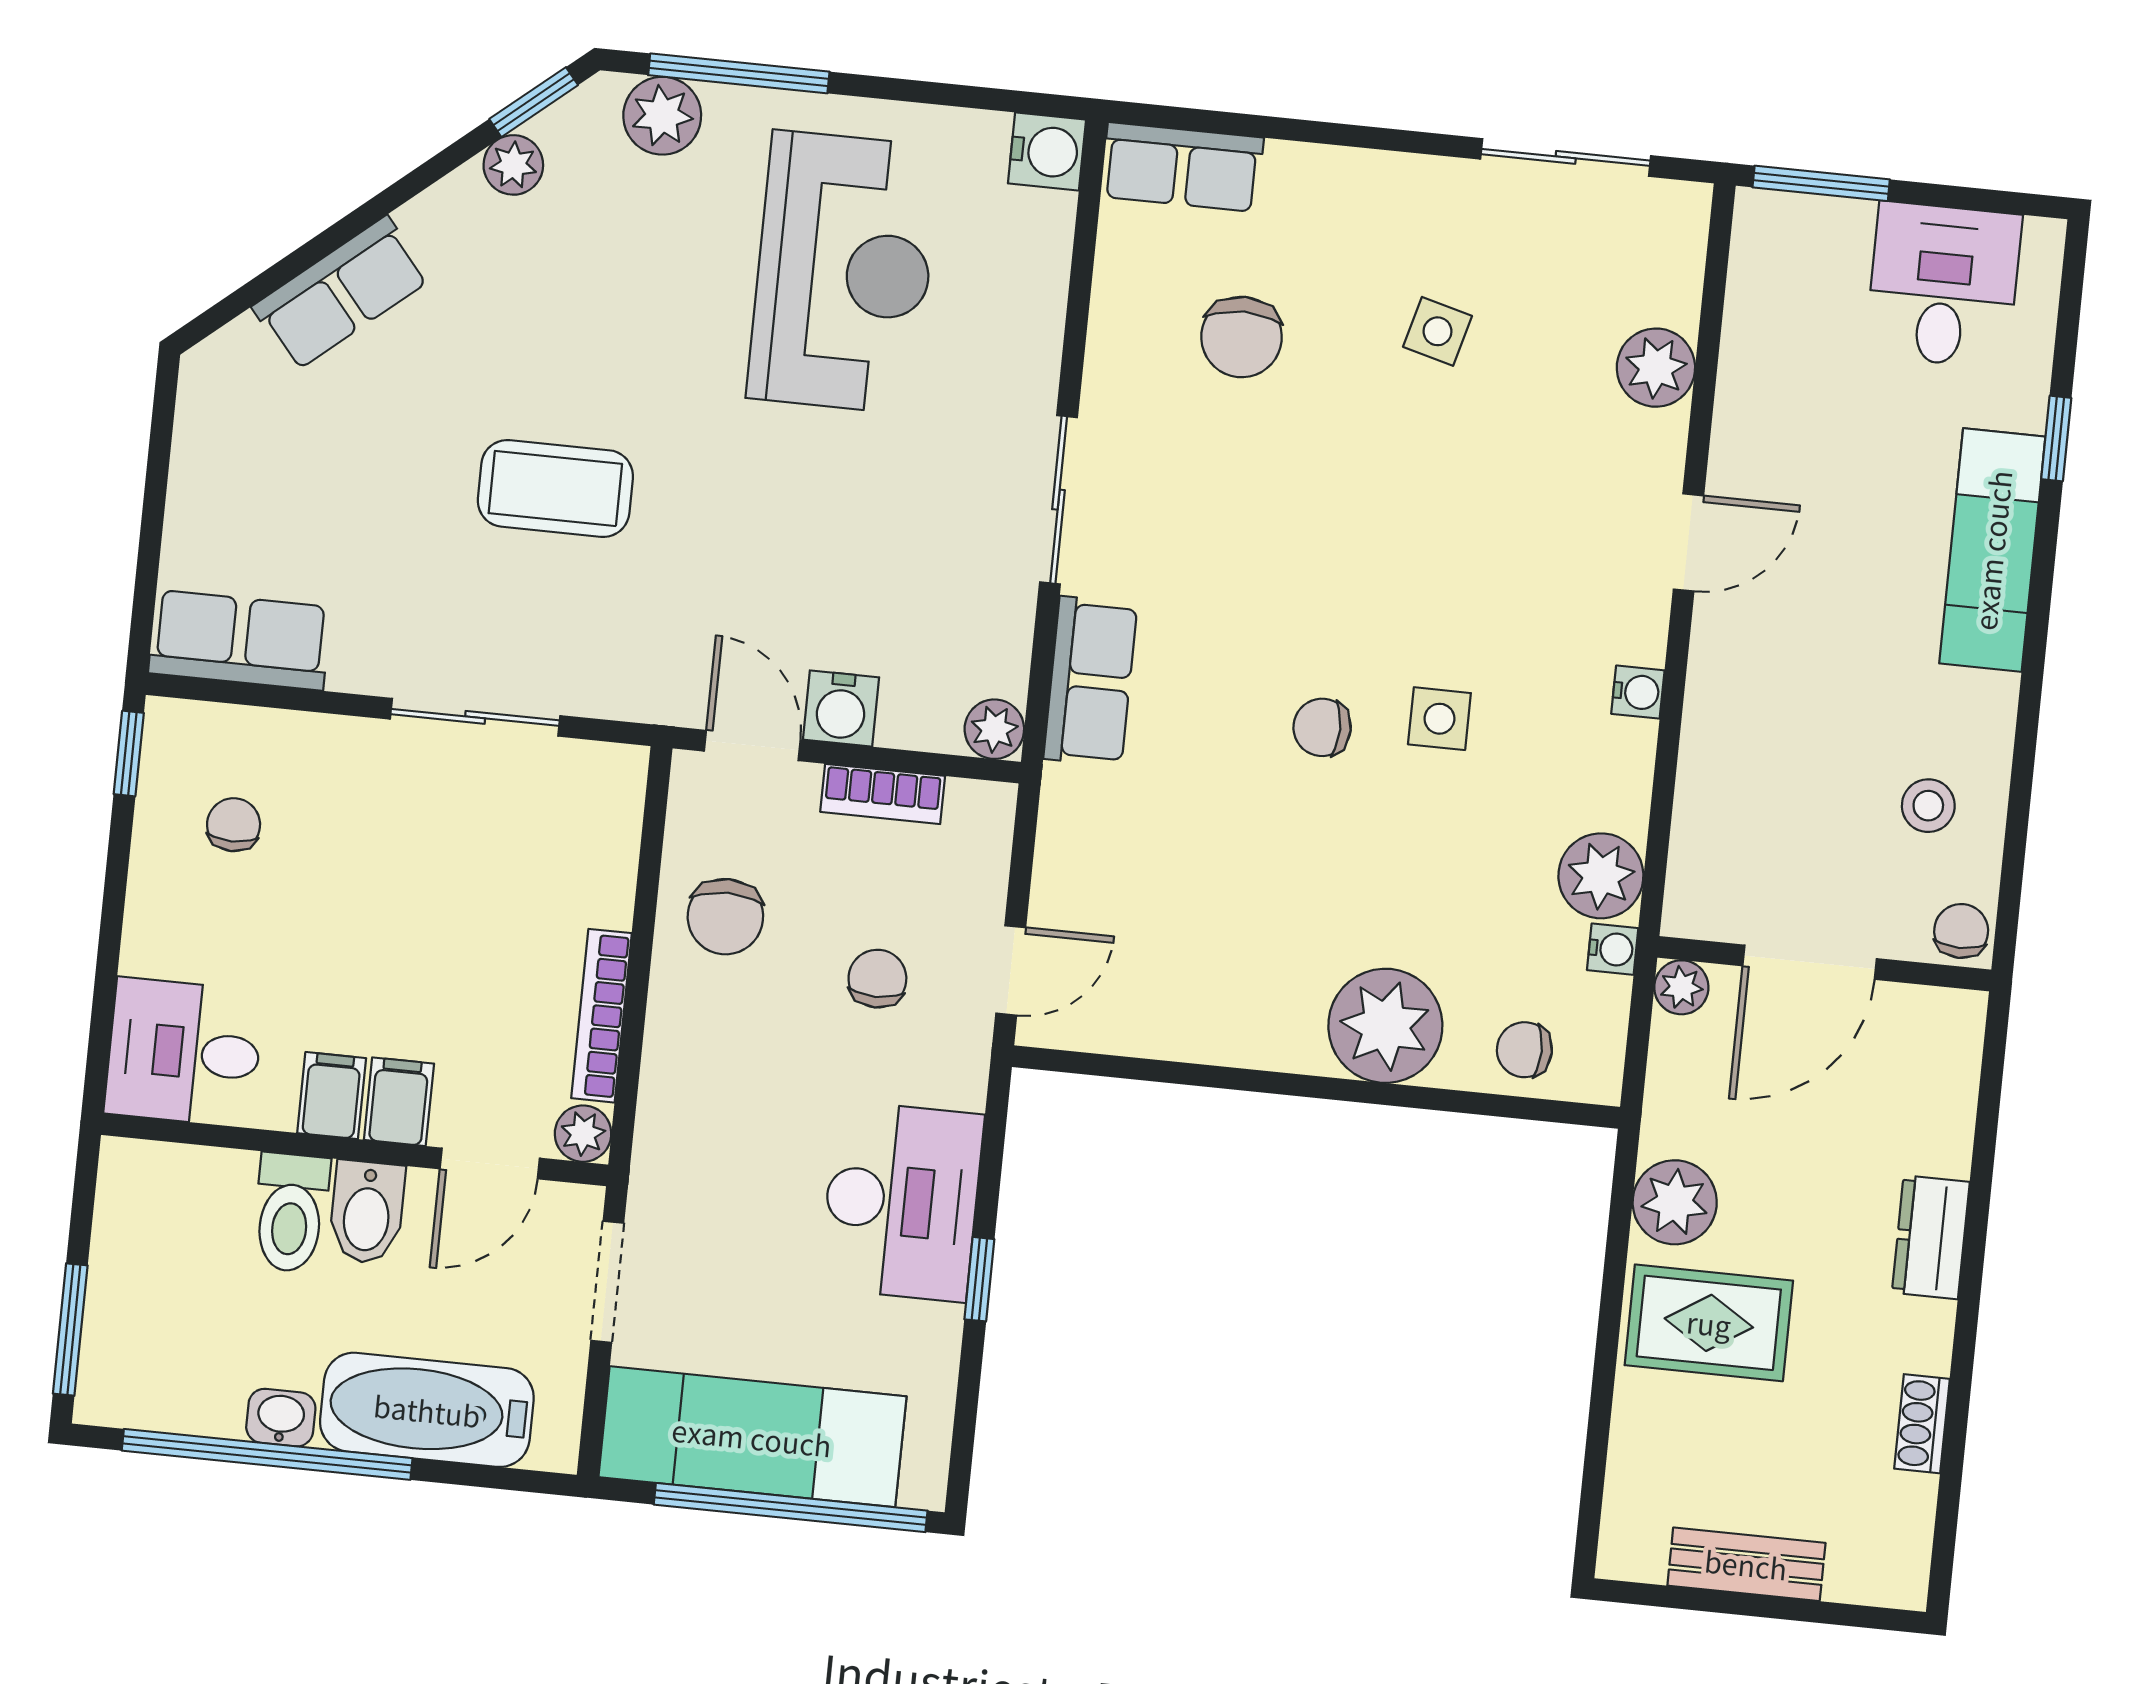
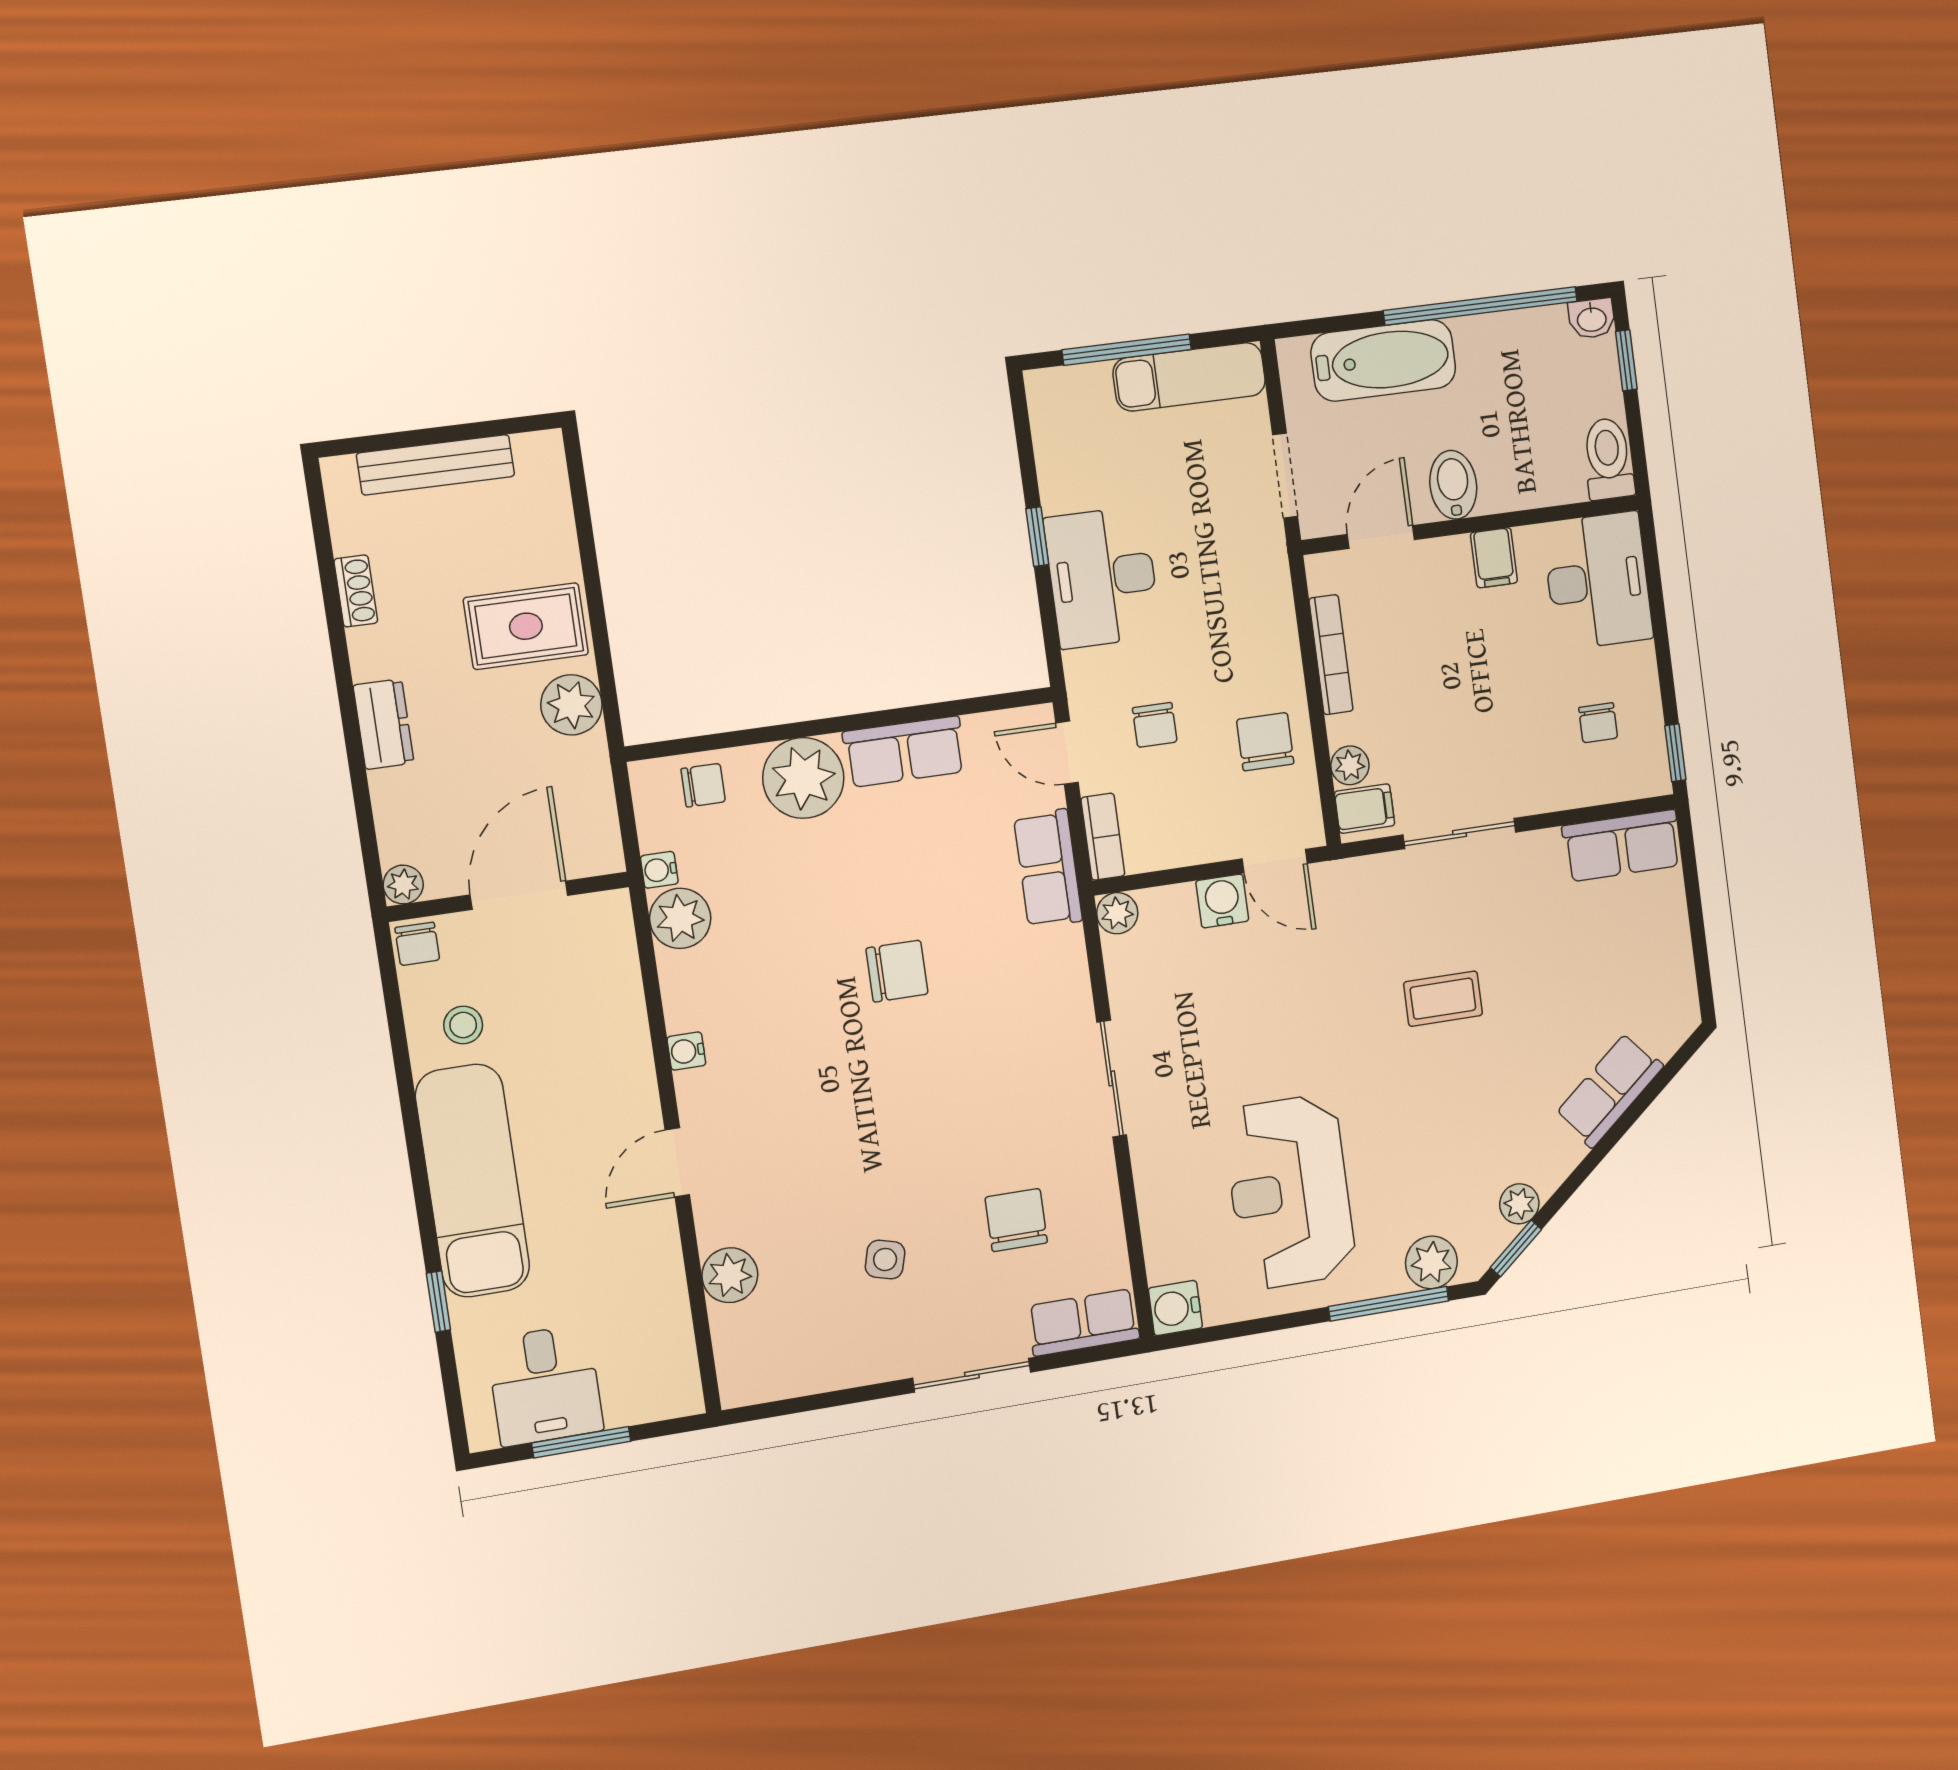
sliding door: (1566, 157) -> (972, 1375), moved
window: (1821, 183) -> (581, 1442), moved
coffee table: (555, 488) -> (1443, 999), width x0.73, depth x0.77
exam couch: (1992, 550) -> (473, 1181), width x1.36, depth x1.45
row of seats: (1090, 681) -> (1048, 869), moved
side table: (1439, 719) -> (818, 998), removed
chair: (1322, 727) -> (897, 971), width x1.37, depth x1.37
bookcase: (883, 794) -> (1103, 837), moved, turned 90
door: (1011, 970) -> (1067, 753), hinge flipped
plant: (1681, 987) -> (403, 885), moved
row of seats: (1237, 1028) -> (904, 752), added
desk: (184, 1052) -> (1598, 581), width x1.37
filing cabinet: (399, 1102) -> (1365, 809), moved, turned -90
plant: (583, 1134) -> (1350, 765), moved
toilet: (291, 1213) -> (1608, 459), moved
window: (70, 1330) -> (1626, 360), width x0.67
washbasin: (281, 1418) -> (1592, 319), moved
exam couch: (752, 1437) -> (1189, 377), width x0.73, depth x0.69
window: (791, 1508) -> (1127, 350), width x0.68
bench: (1746, 1564) -> (436, 465), width x1.36

